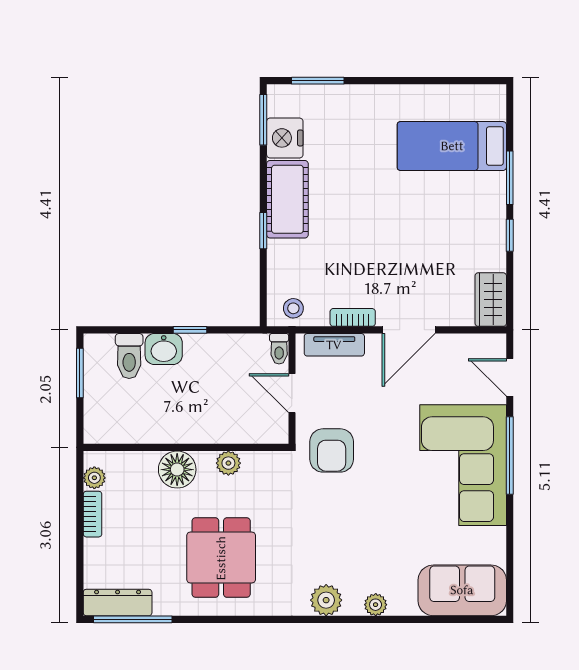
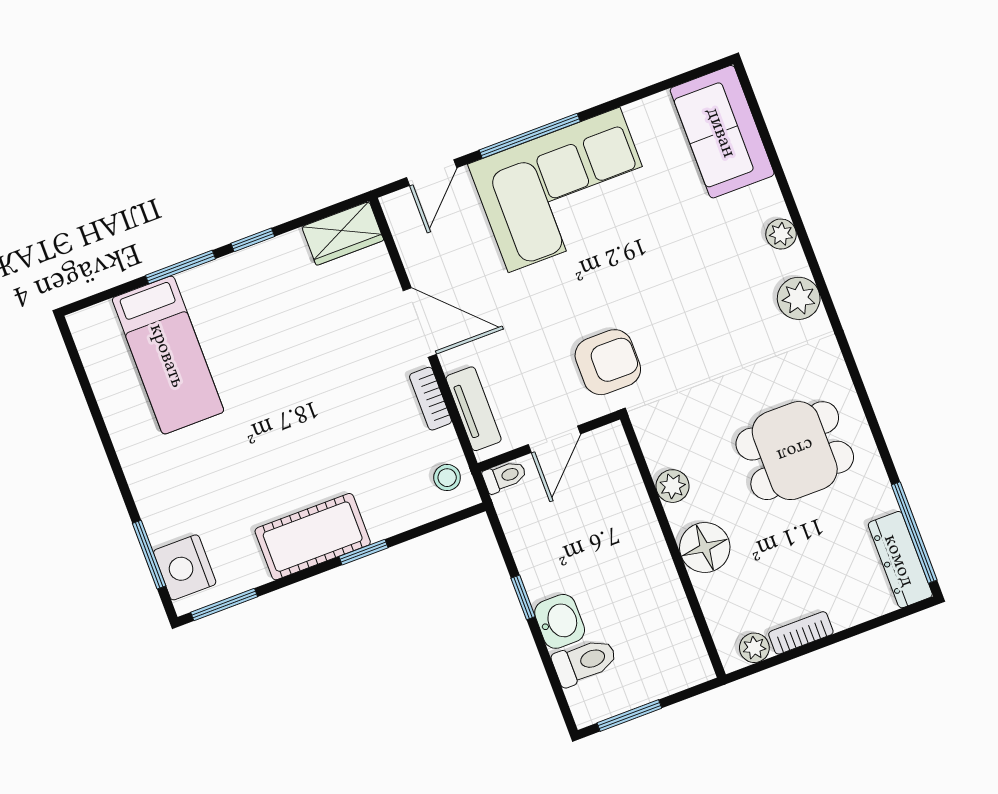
nightstand: (285, 138) -> (185, 567), moved, turned 90

